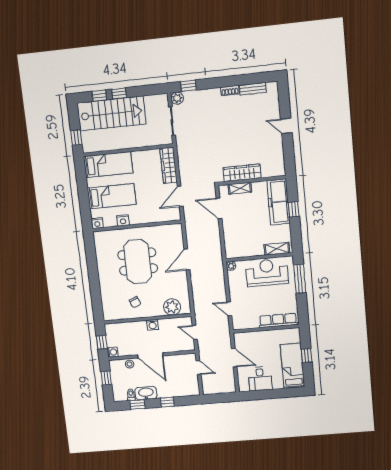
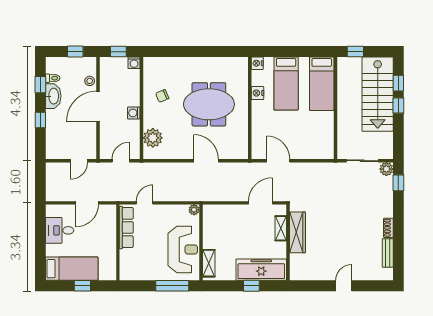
wardrobe: (169, 165) -> (314, 151), removed
row of seats: (278, 320) -> (126, 227), moved
washing machine: (113, 352) -> (134, 63), moved

